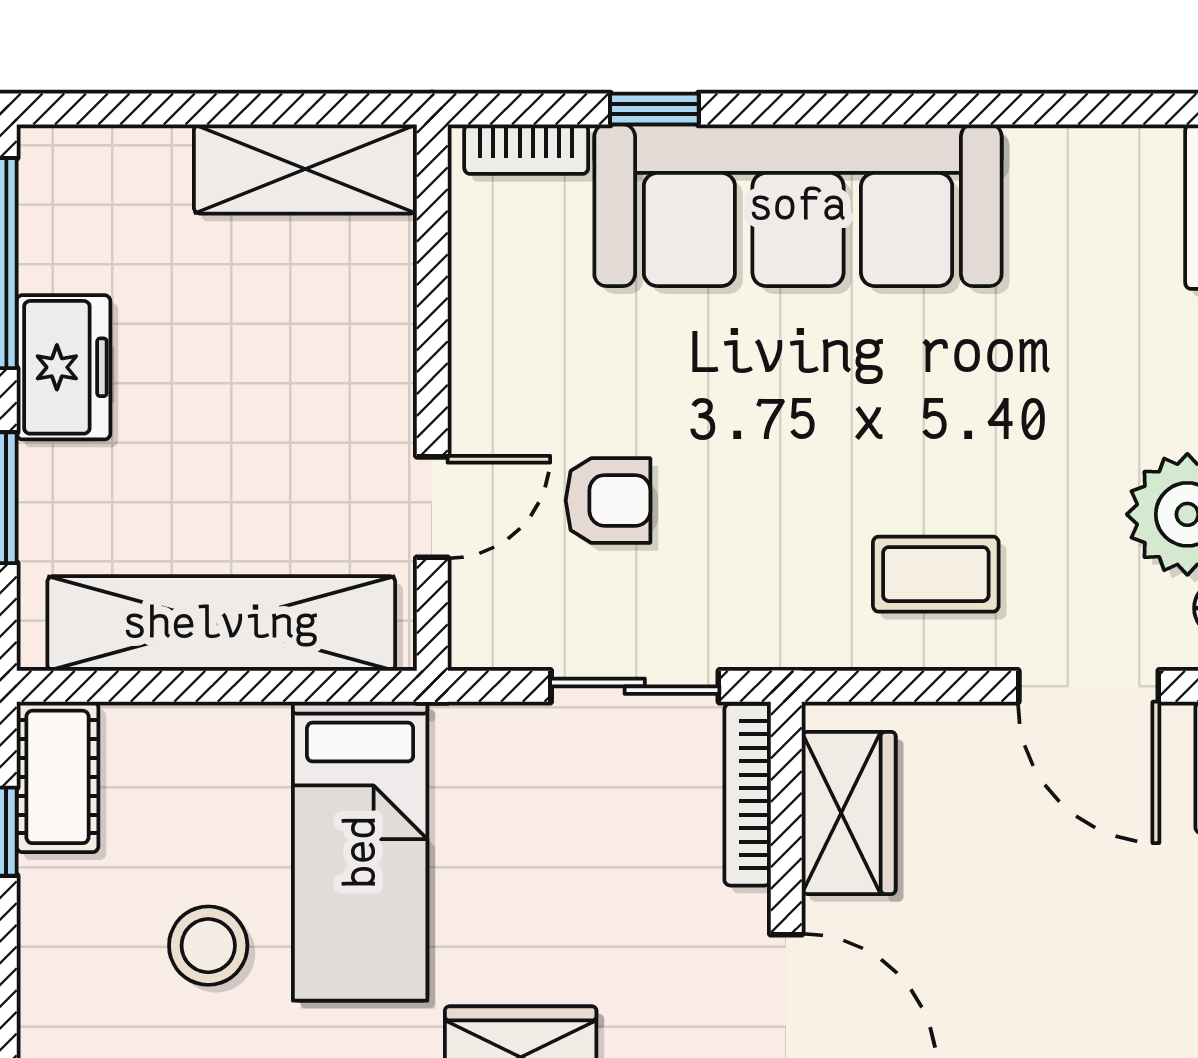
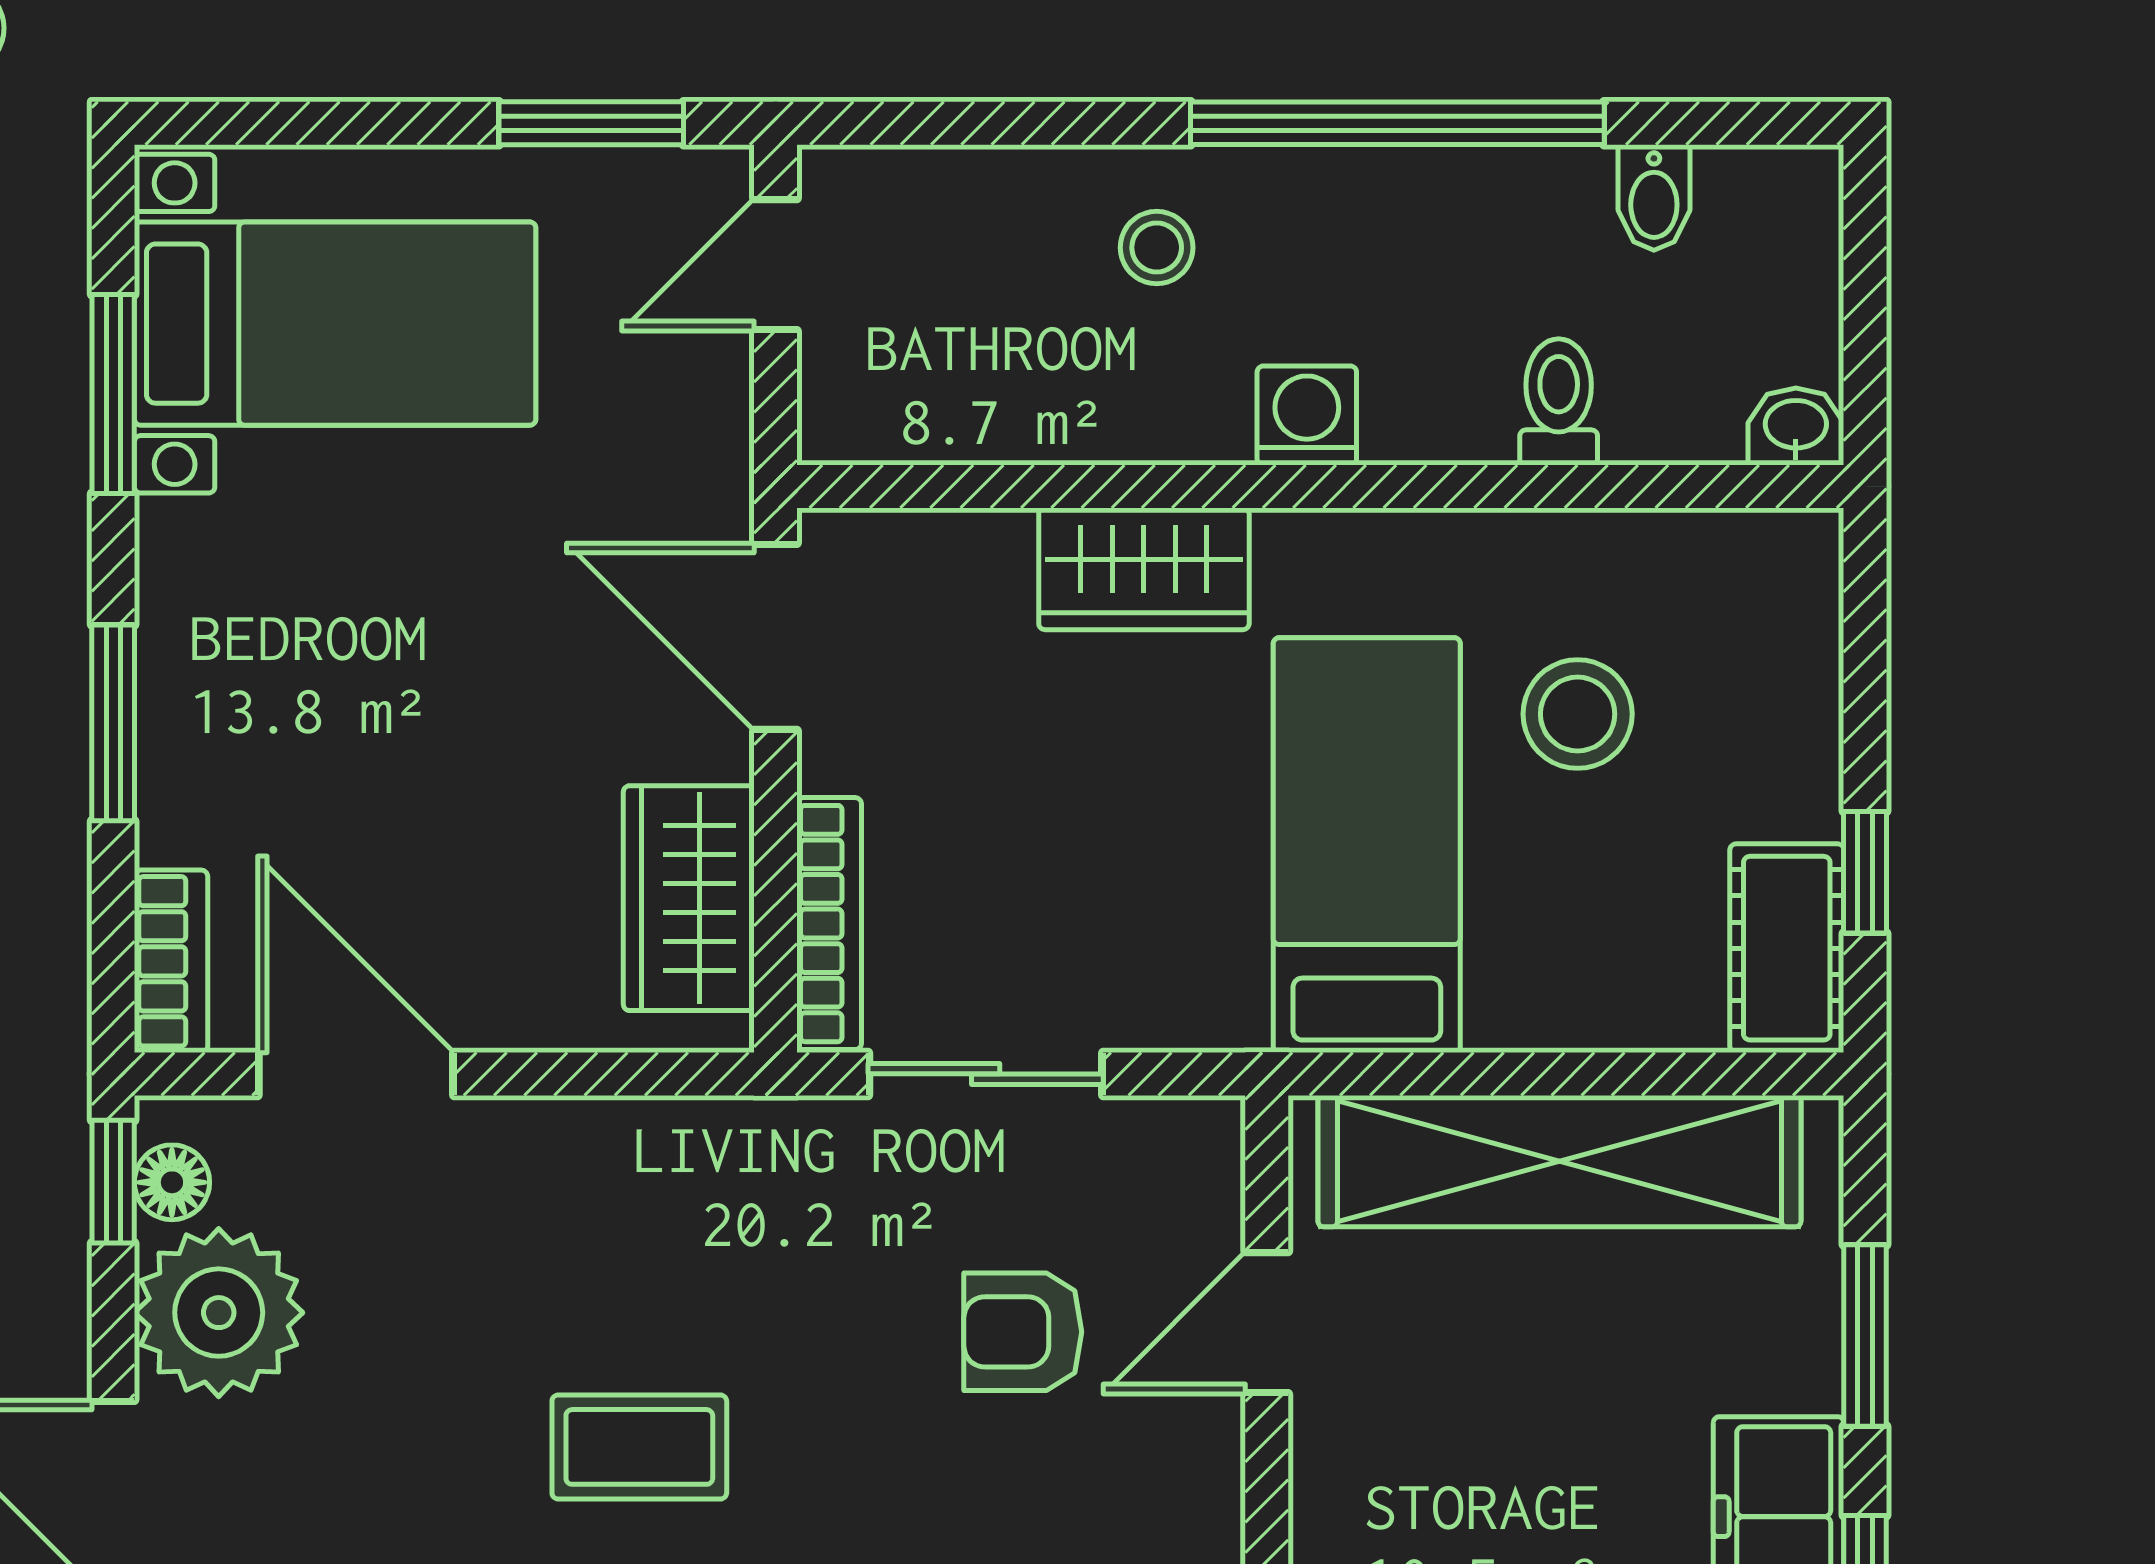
coffee table: (936, 574) -> (639, 1447), moved

